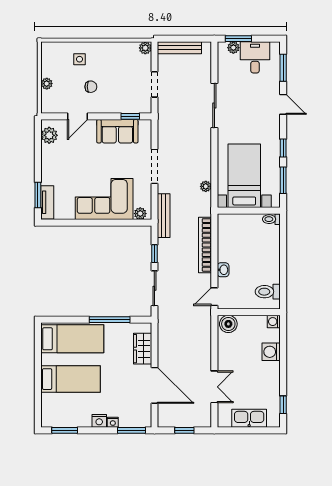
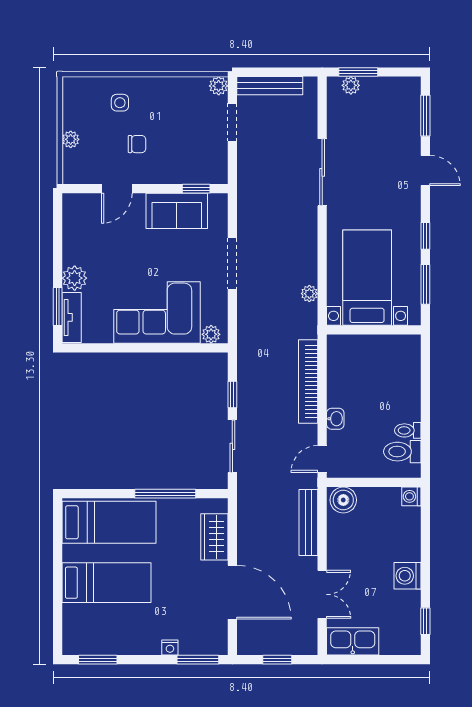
desk: (255, 57) -> (383, 100), removed
doorway: (154, 84) -> (232, 122), moved
plant: (49, 135) -> (75, 278), moved
bench: (164, 216) -> (308, 522), moved
toilet: (271, 219) -> (408, 430), moved
washing machine: (271, 352) -> (407, 576), moved
kitchen sink: (249, 418) -> (353, 641), moved
nightstand: (99, 421) -> (149, 645), removed

